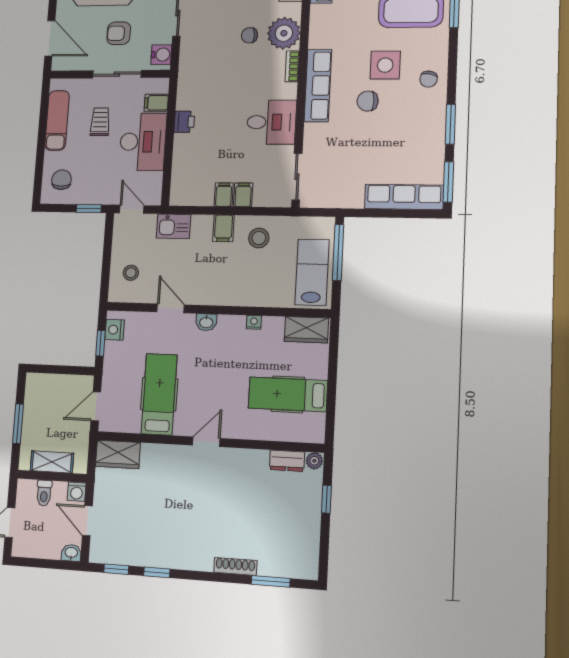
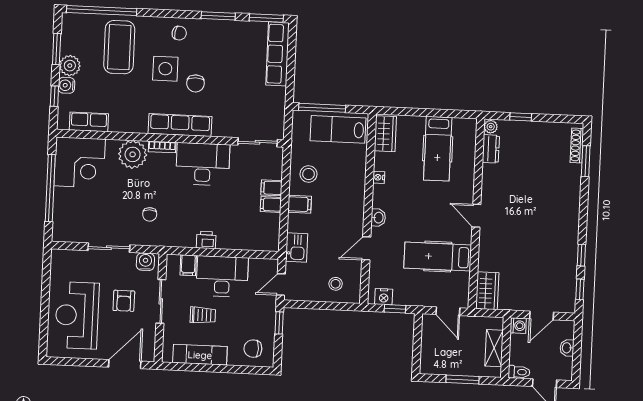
chair: (249, 35) -> (150, 214), moved
trolley: (100, 122) -> (203, 315), turned 180
desk: (271, 122) -> (203, 164), width x1.37
toilet: (44, 493) -> (519, 372), moved
washbasin: (71, 553) -> (567, 348), moved
shoe rack: (235, 566) -> (577, 145), moved

